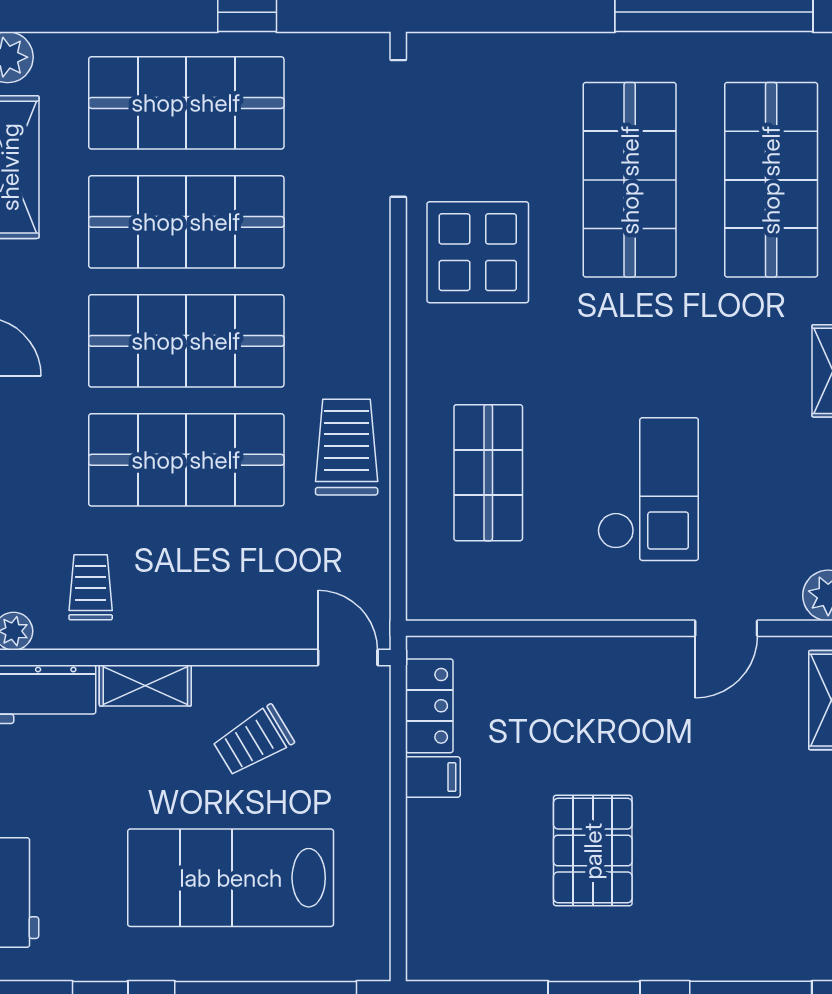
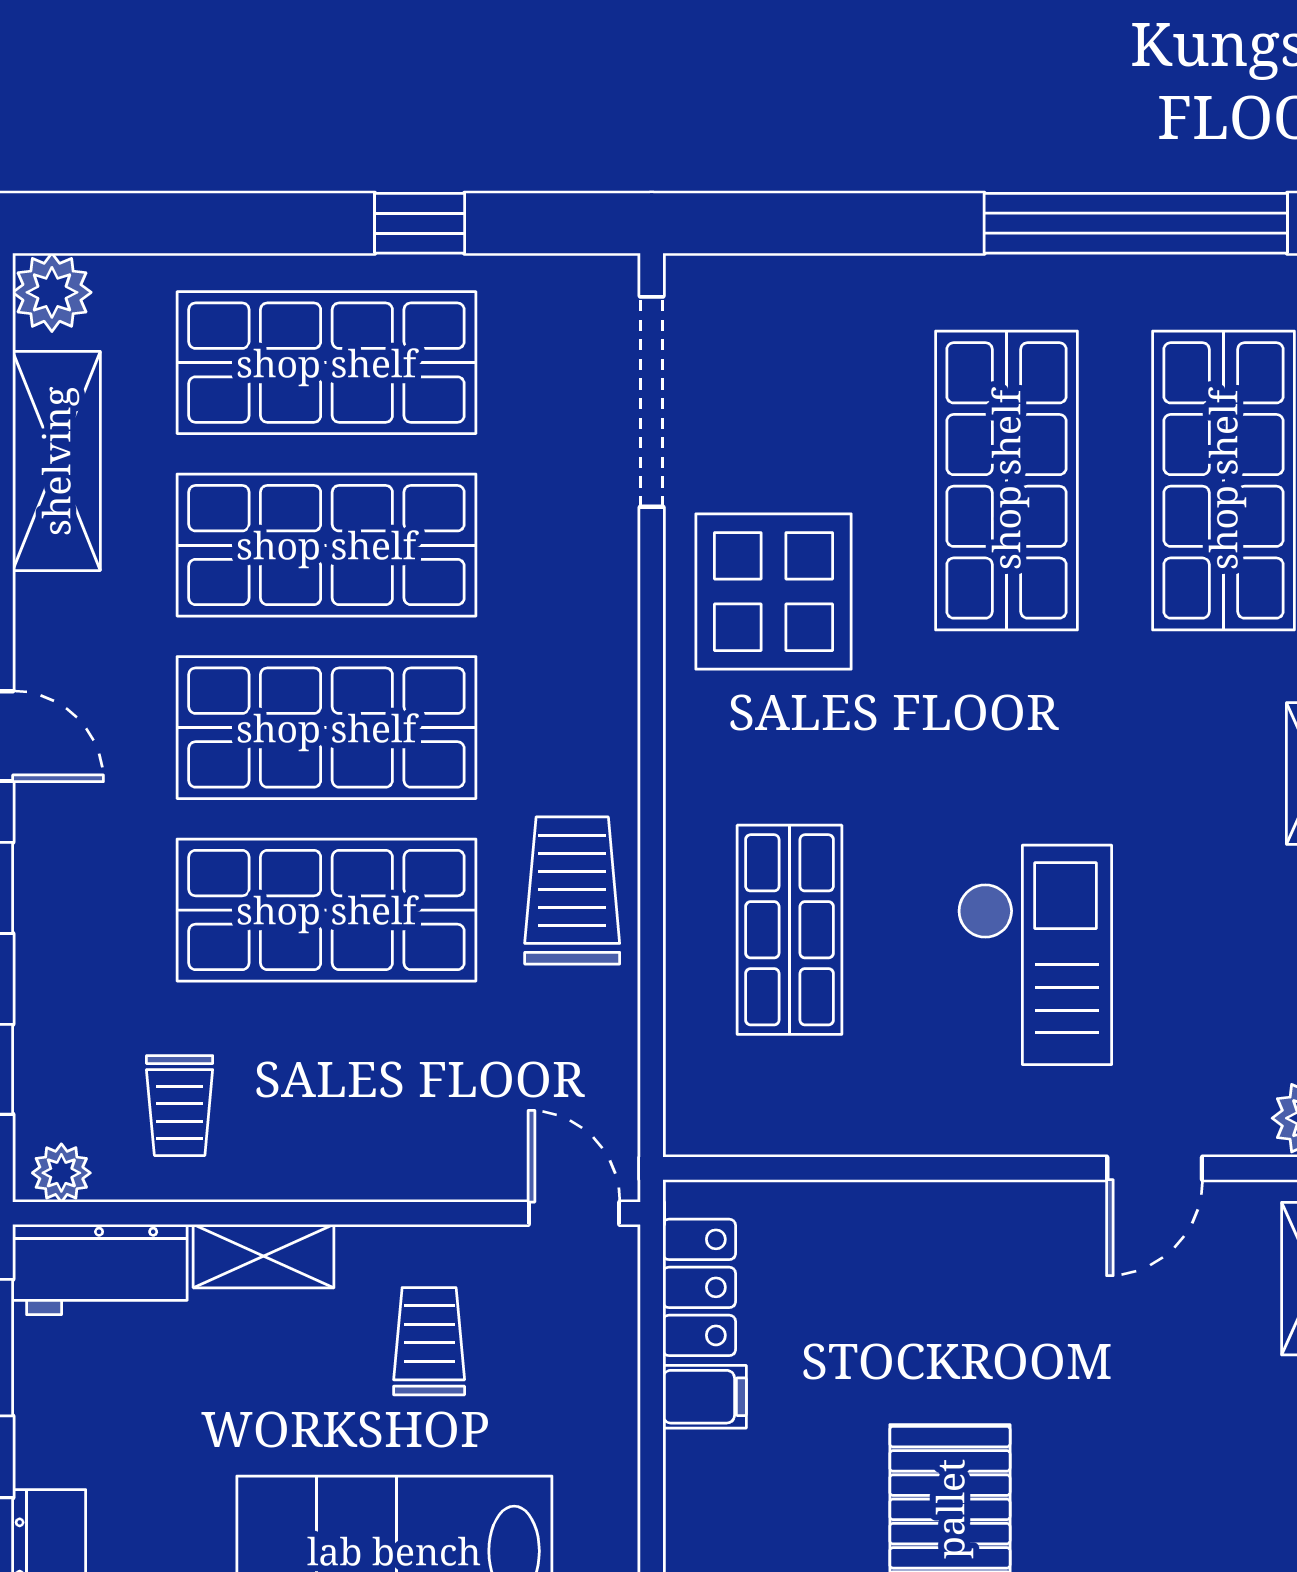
trolley: (91, 587) -> (180, 1106), turned 180
trolley: (253, 741) -> (429, 1341), turned 121

